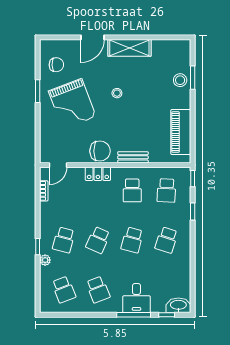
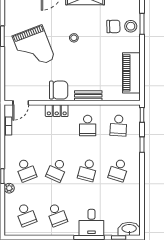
chair: (56, 65) -> (113, 26), moved
school desk: (64, 240) -> (26, 170), turned -36

